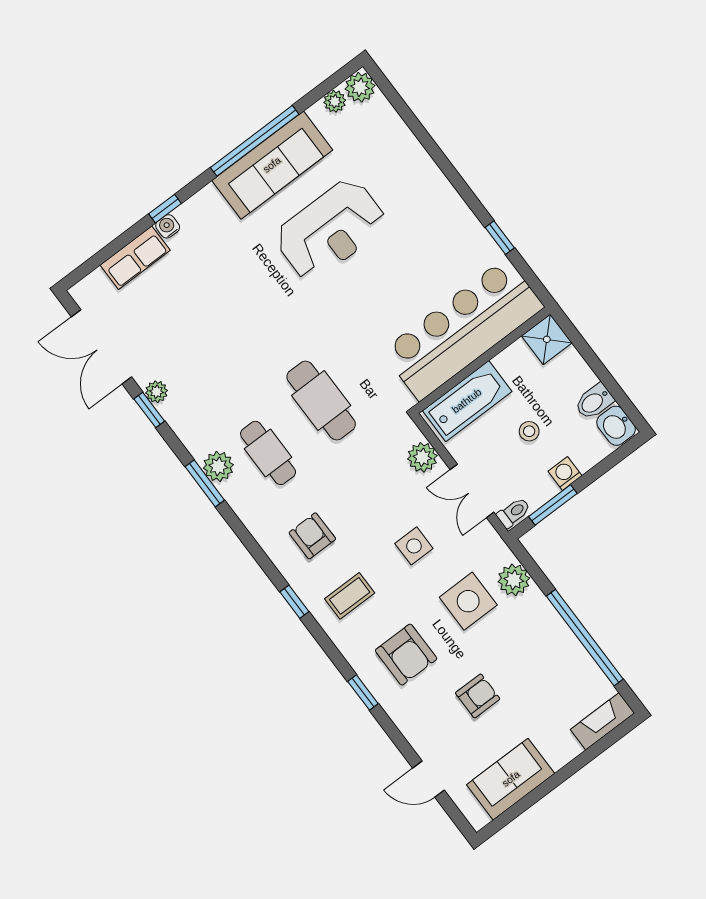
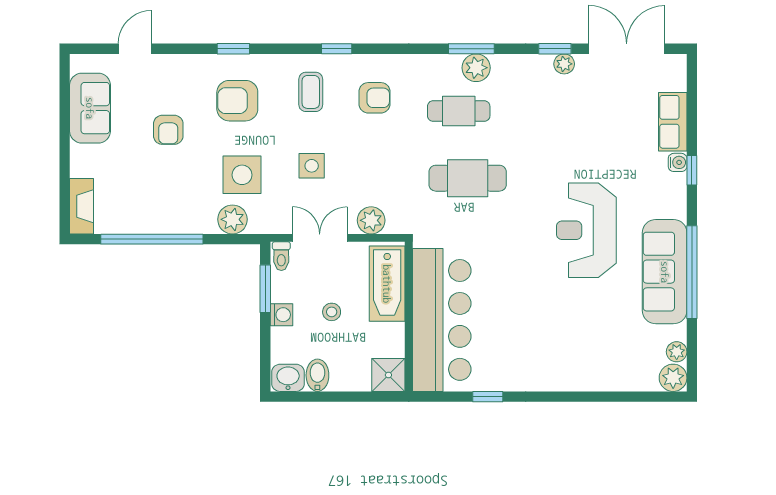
reception desk: (331, 230) -> (586, 230), moved

